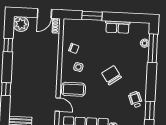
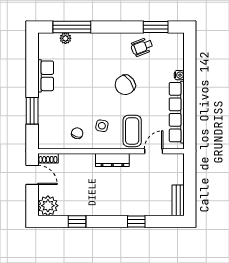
dresser: (53, 74) -> (112, 160), added
chair: (112, 75) -> (125, 85), moved

